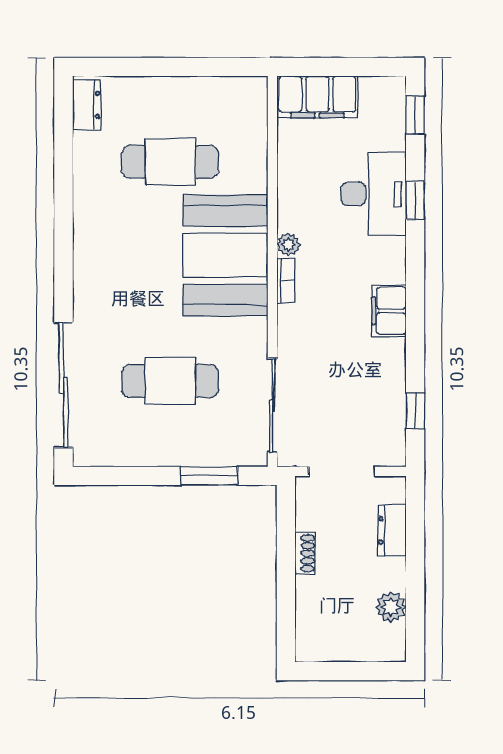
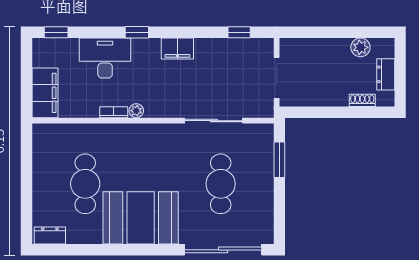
window: (415, 200) -> (137, 32), moved
booth: (225, 255) -> (141, 218), moved
bookcase: (286, 281) -> (114, 112), moved
sliding door: (272, 406) -> (214, 121), moved
dresser: (392, 530) -> (386, 74), moved, turned 90
shoe rack: (305, 553) -> (362, 100), moved

